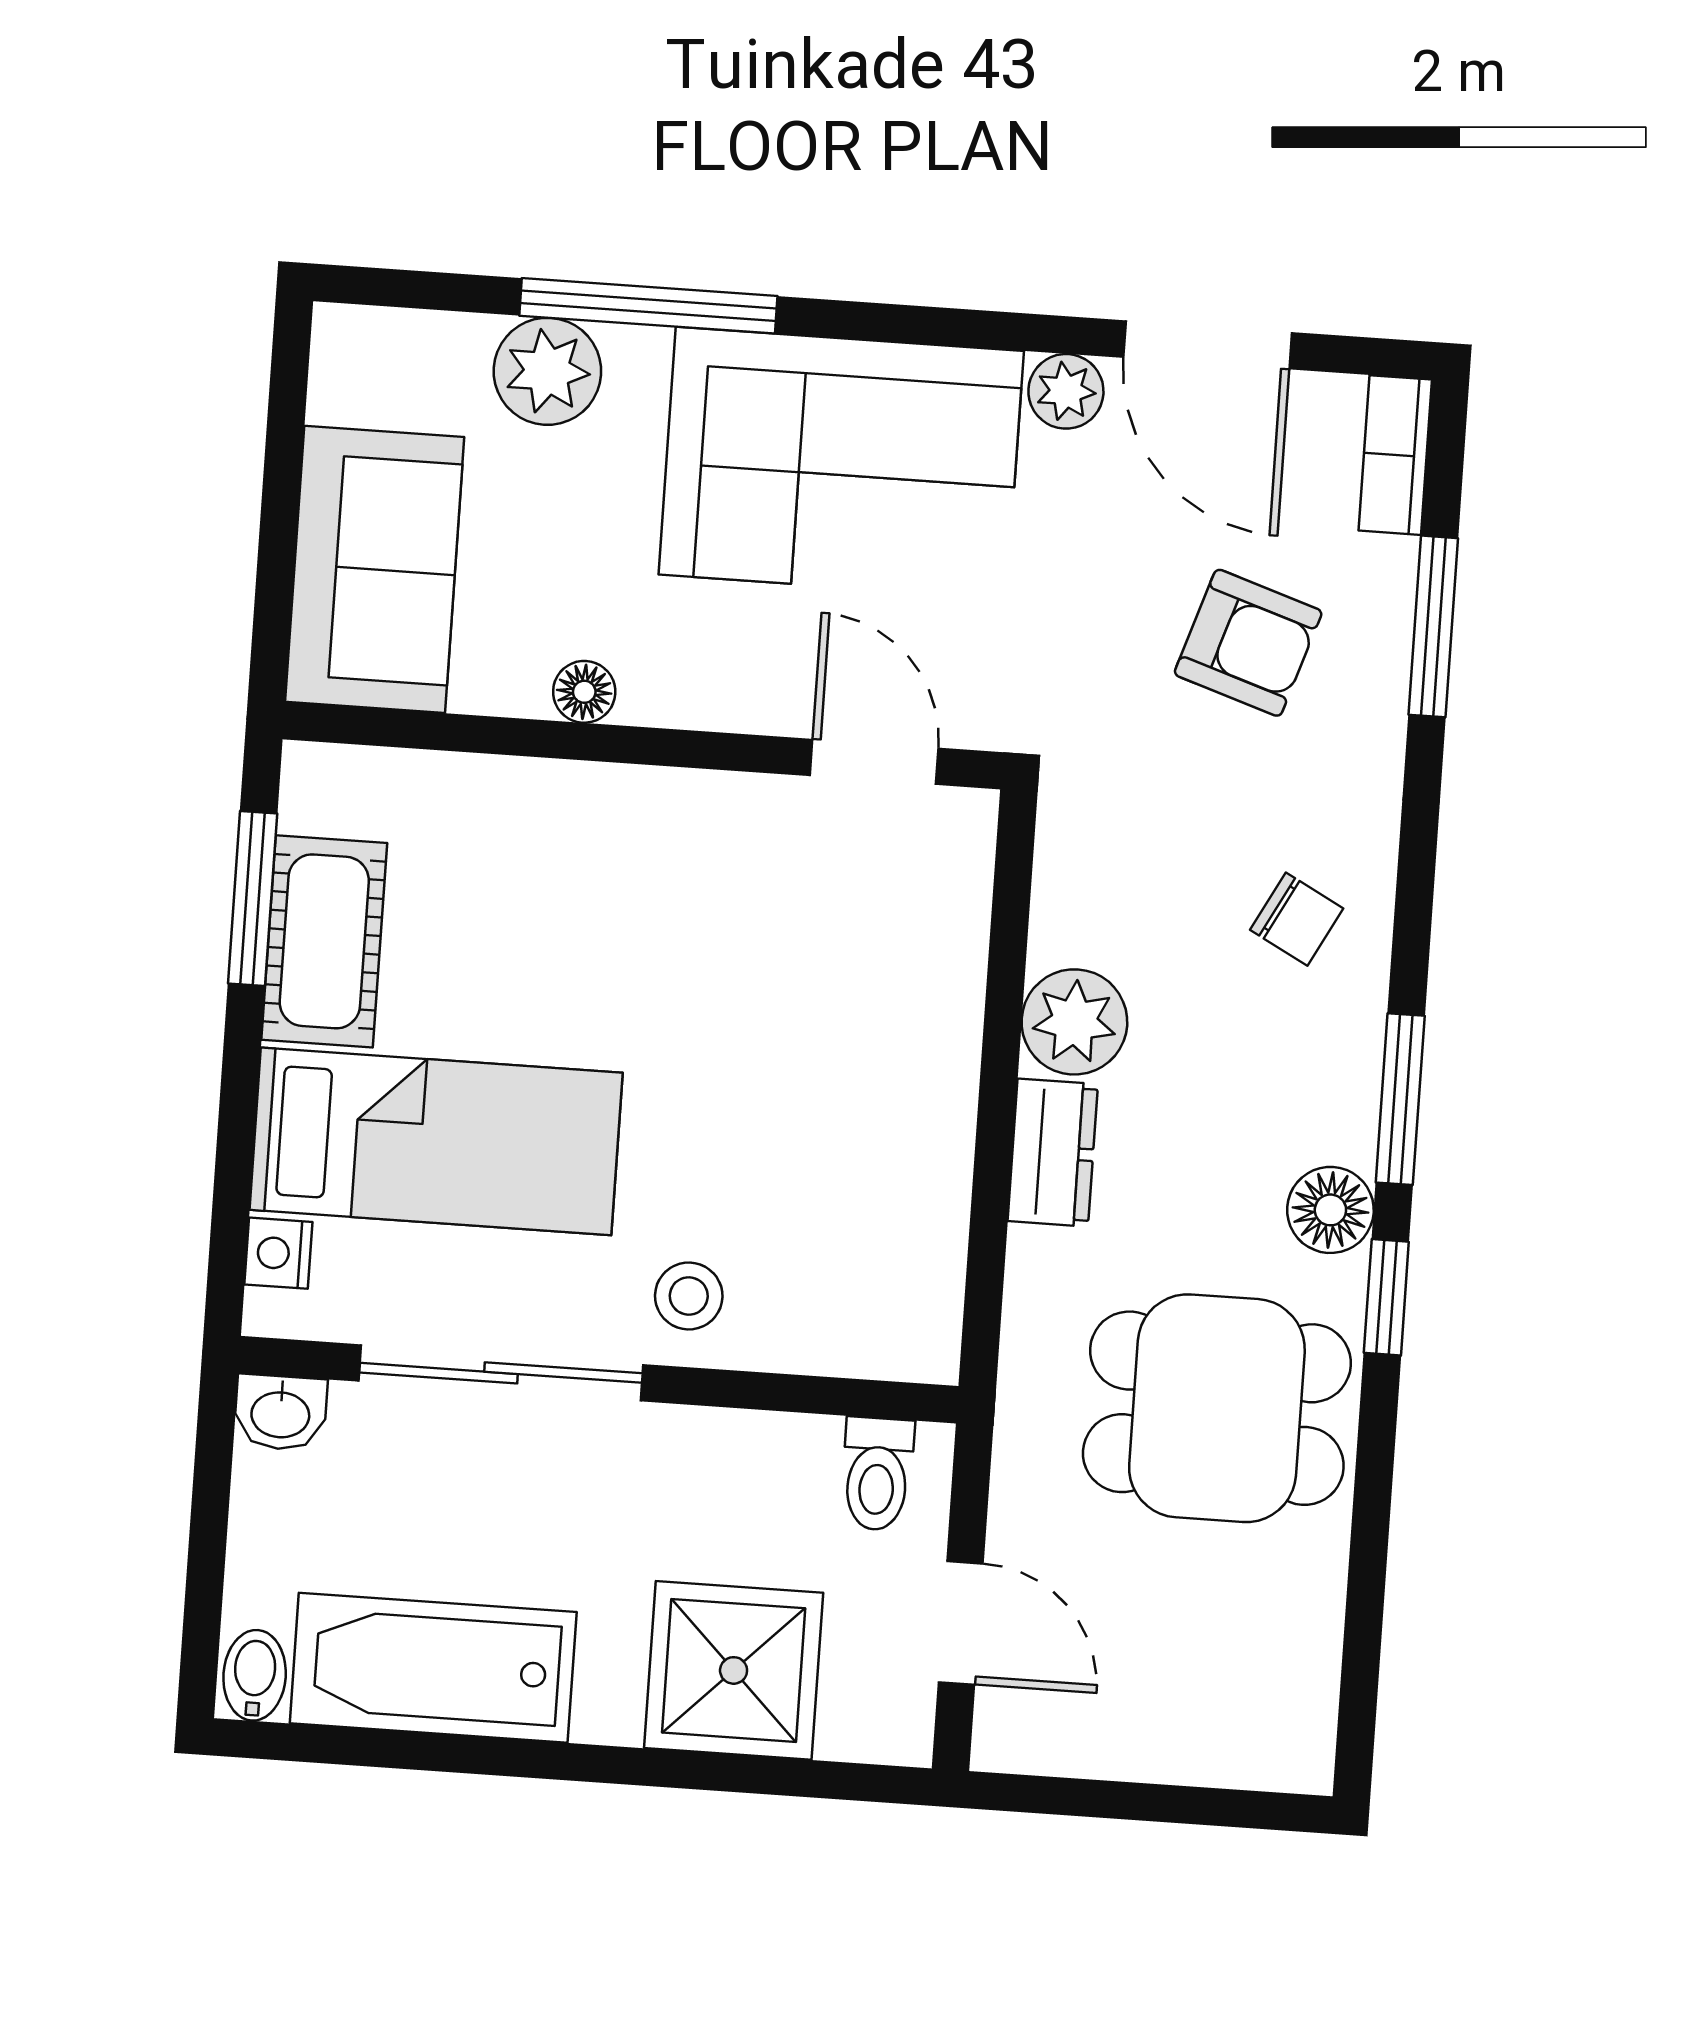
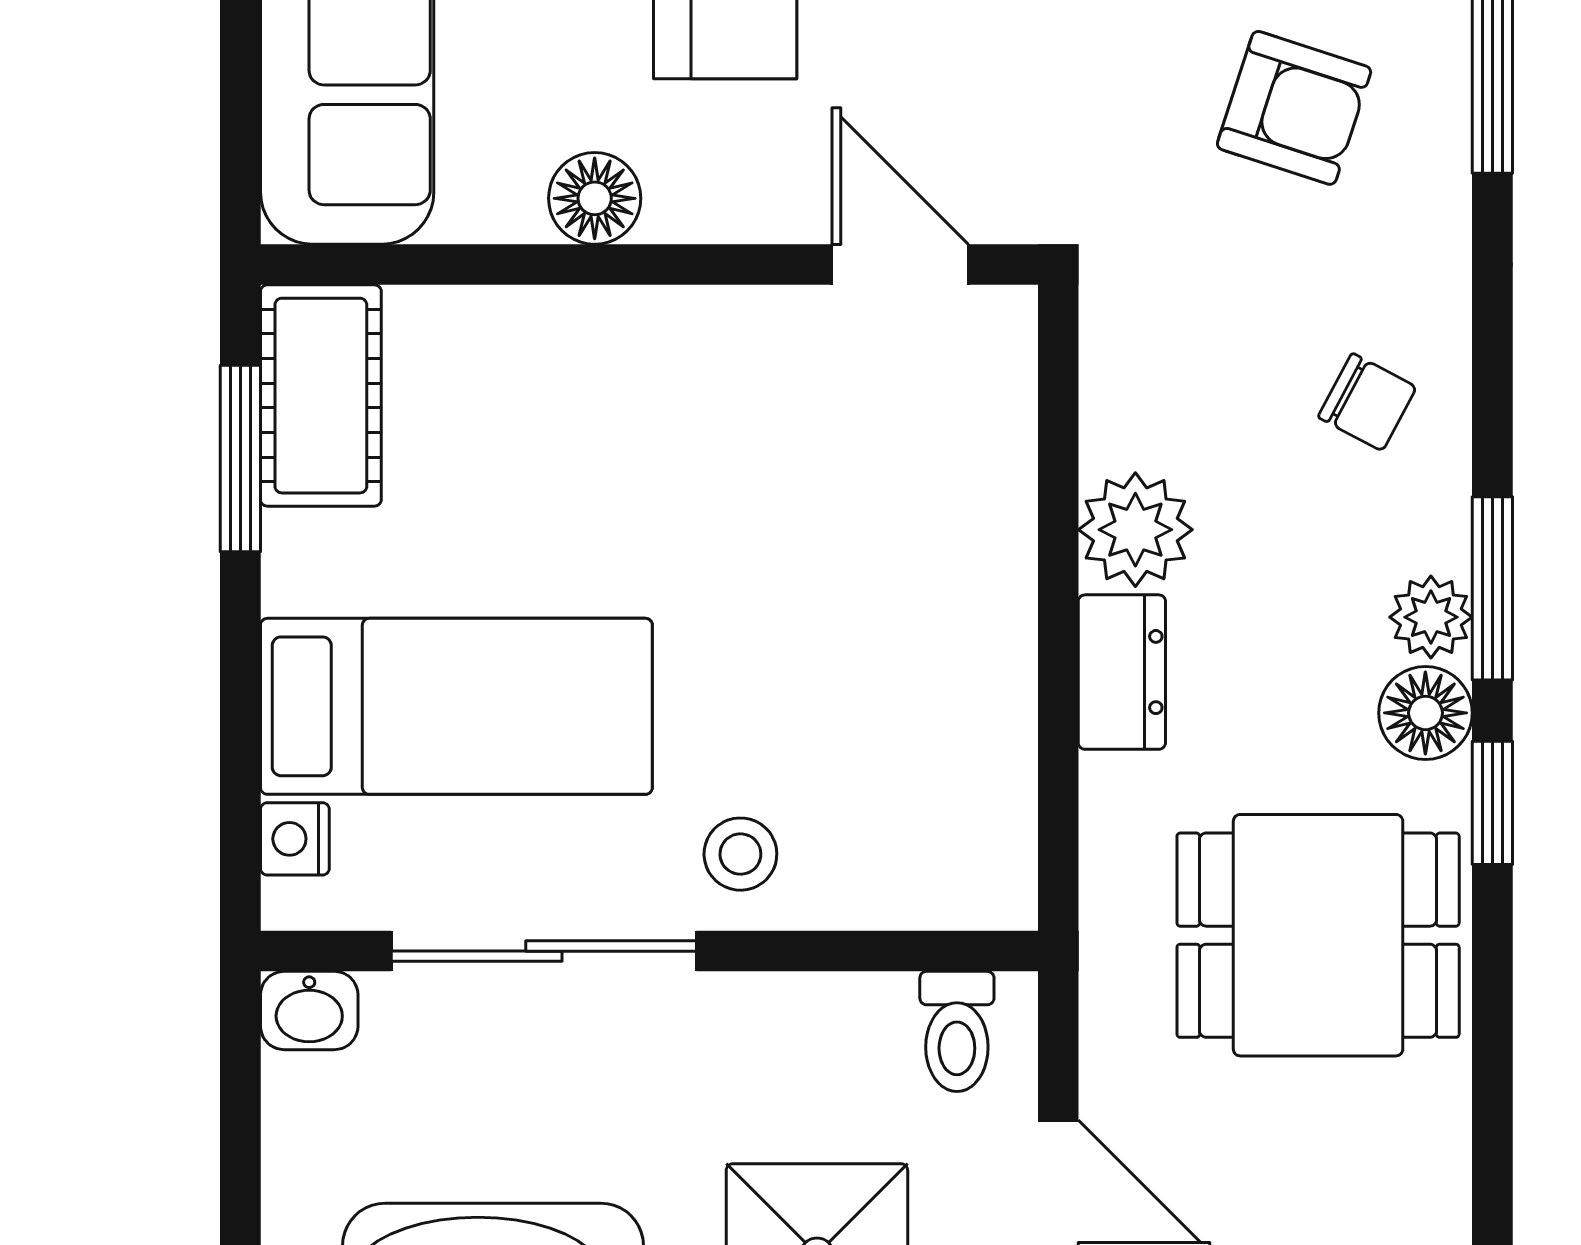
floor lamp: (584, 692) -> (595, 198), width x1.37, depth x1.37
cot: (324, 941) -> (321, 396), moved
plant: (1342, 1122) -> (1431, 617), added

